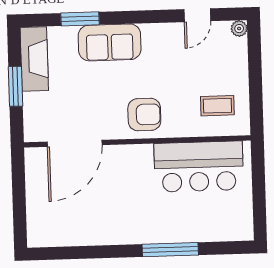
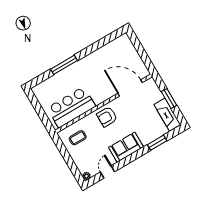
sofa: (110, 42) -> (126, 147), moved
door: (75, 143) -> (130, 88), hinge flipped

